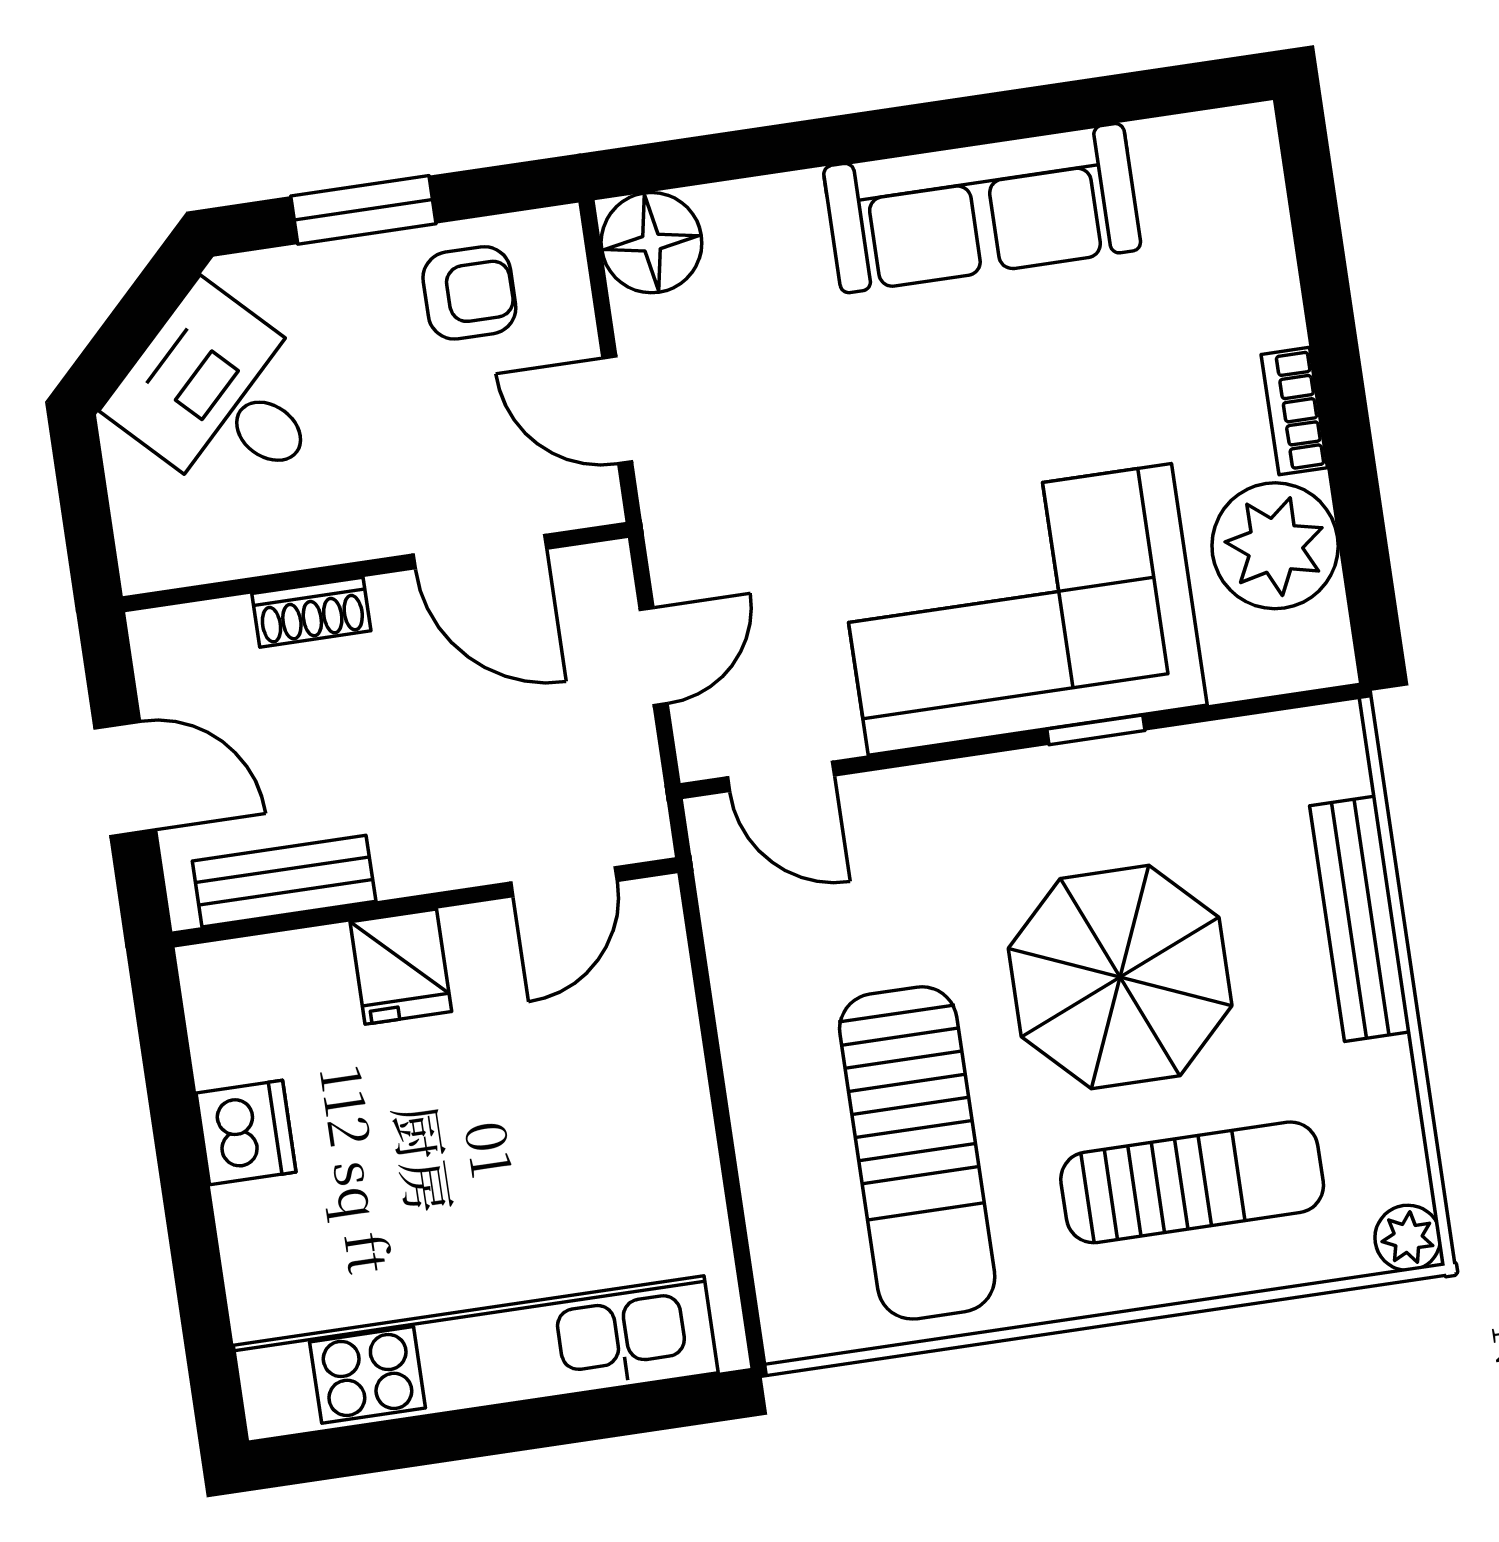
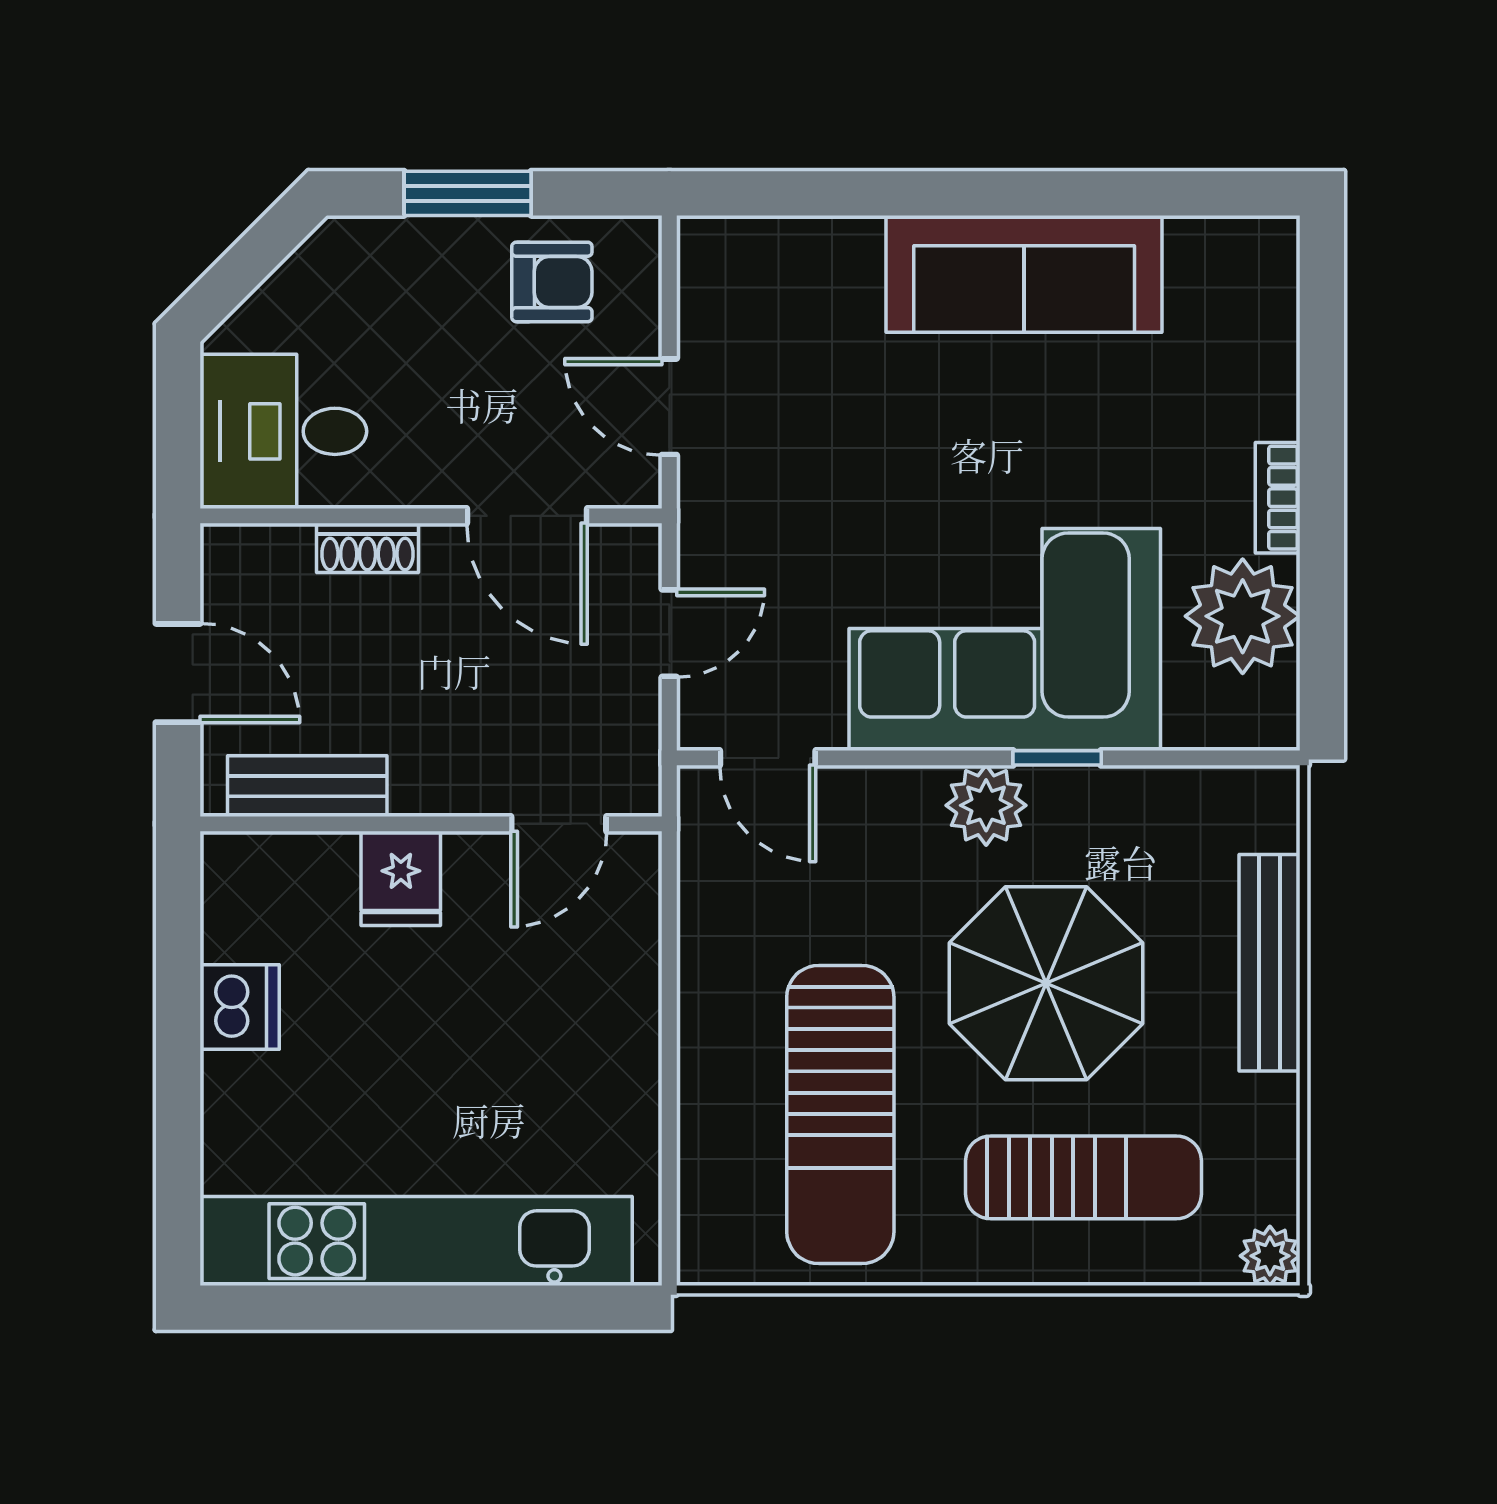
floor lamp: (651, 243) -> (722, 261), removed
desk: (223, 397) -> (283, 431), moved, turned -45
plant: (1026, 793) -> (986, 805), added

